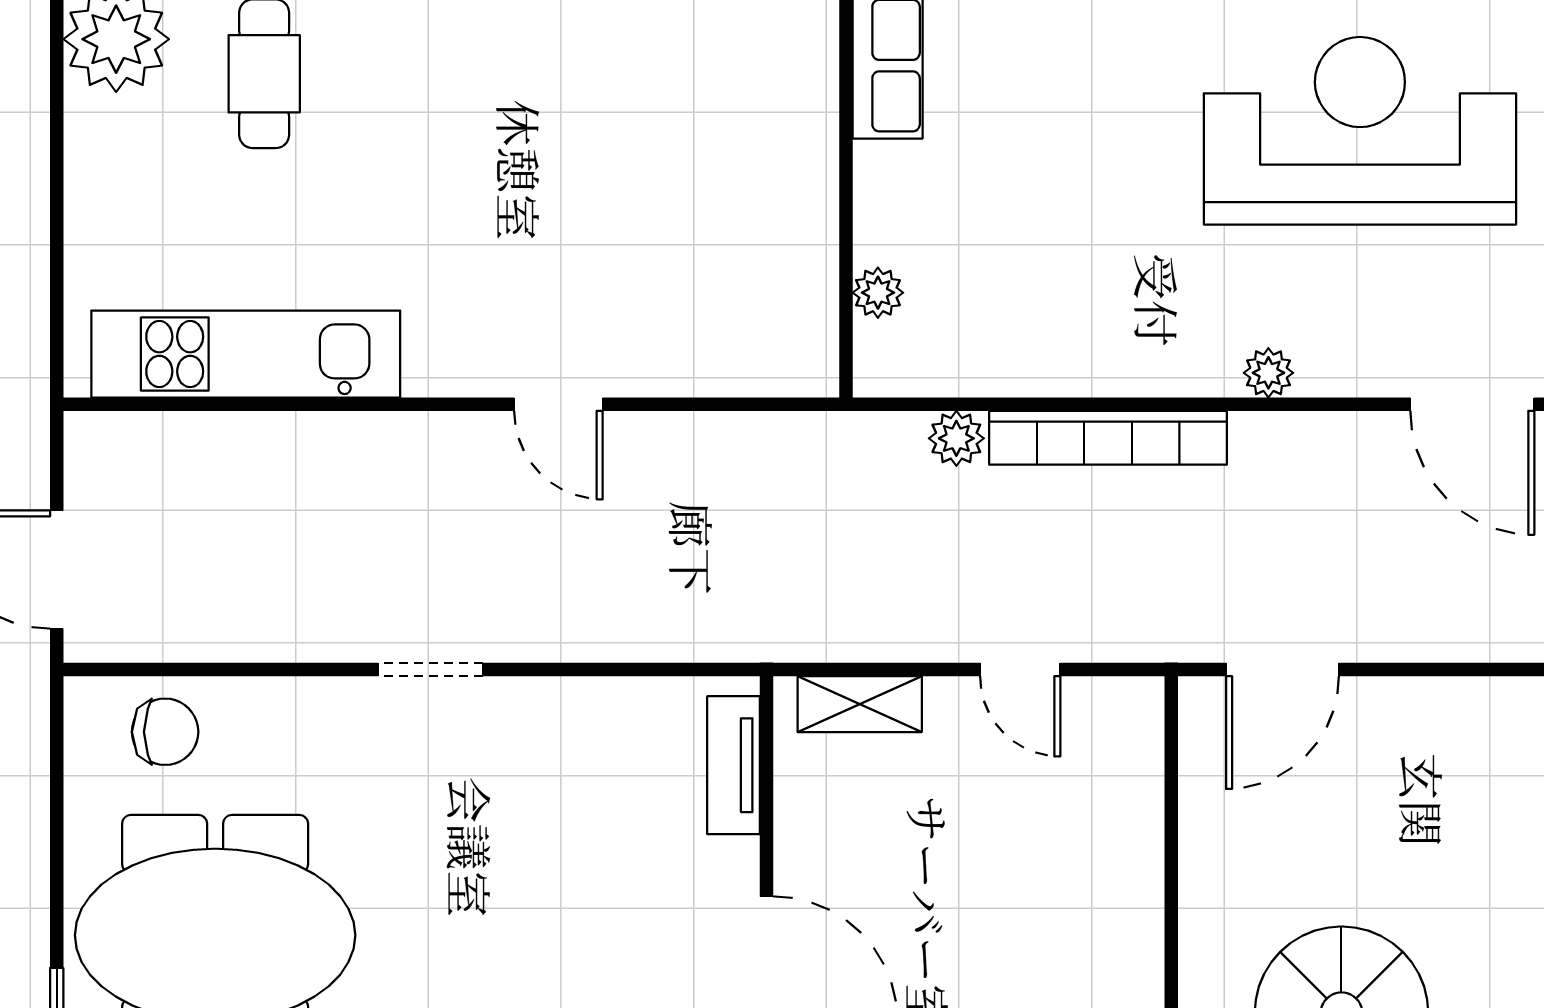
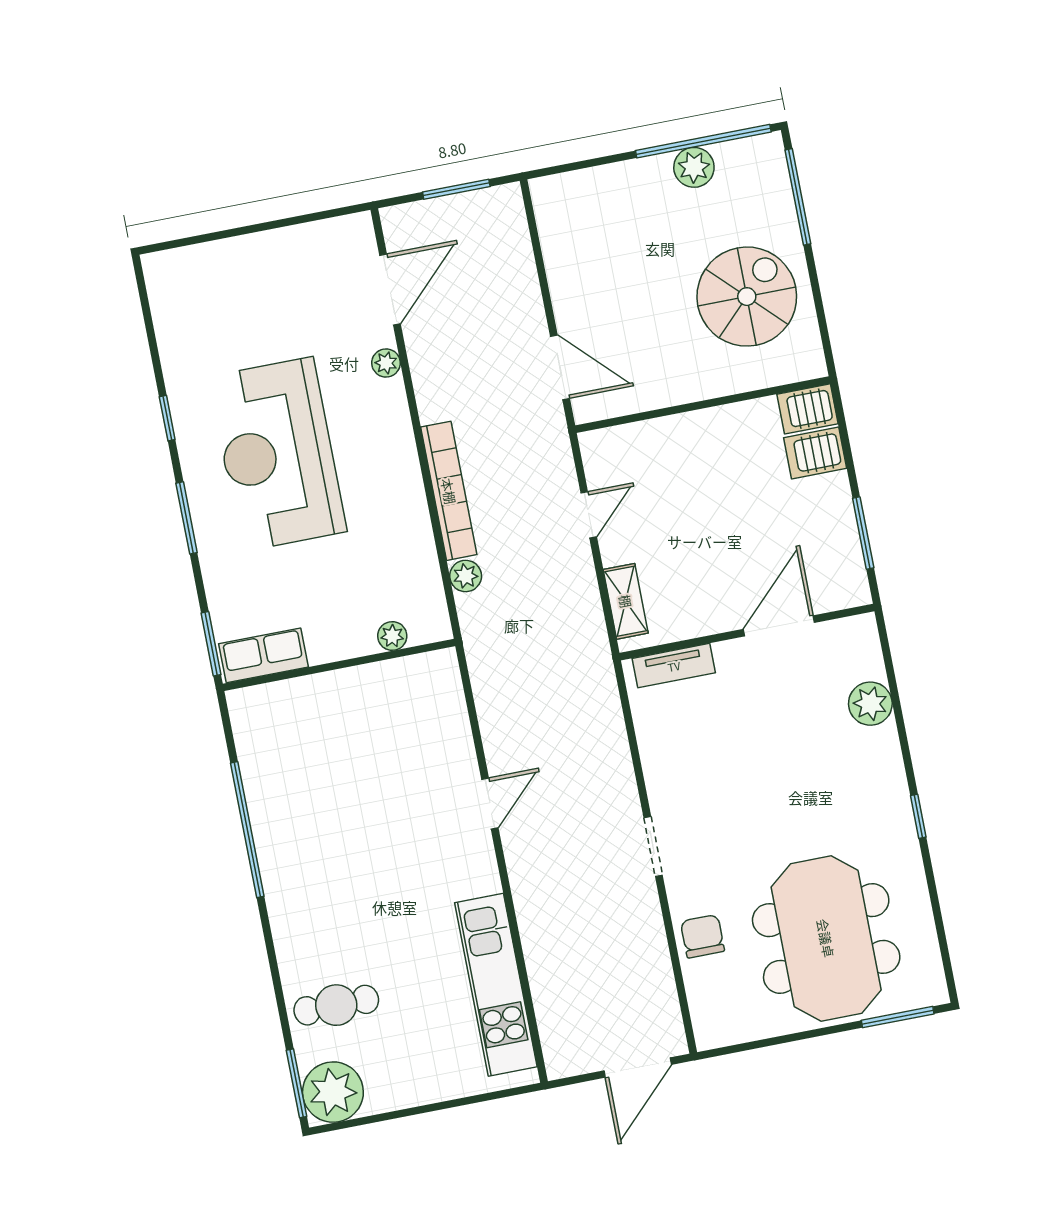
reception desk: (1360, 131) -> (278, 454), moved
plant: (1268, 373) -> (386, 363), moved
chair: (165, 732) -> (702, 936), moved

